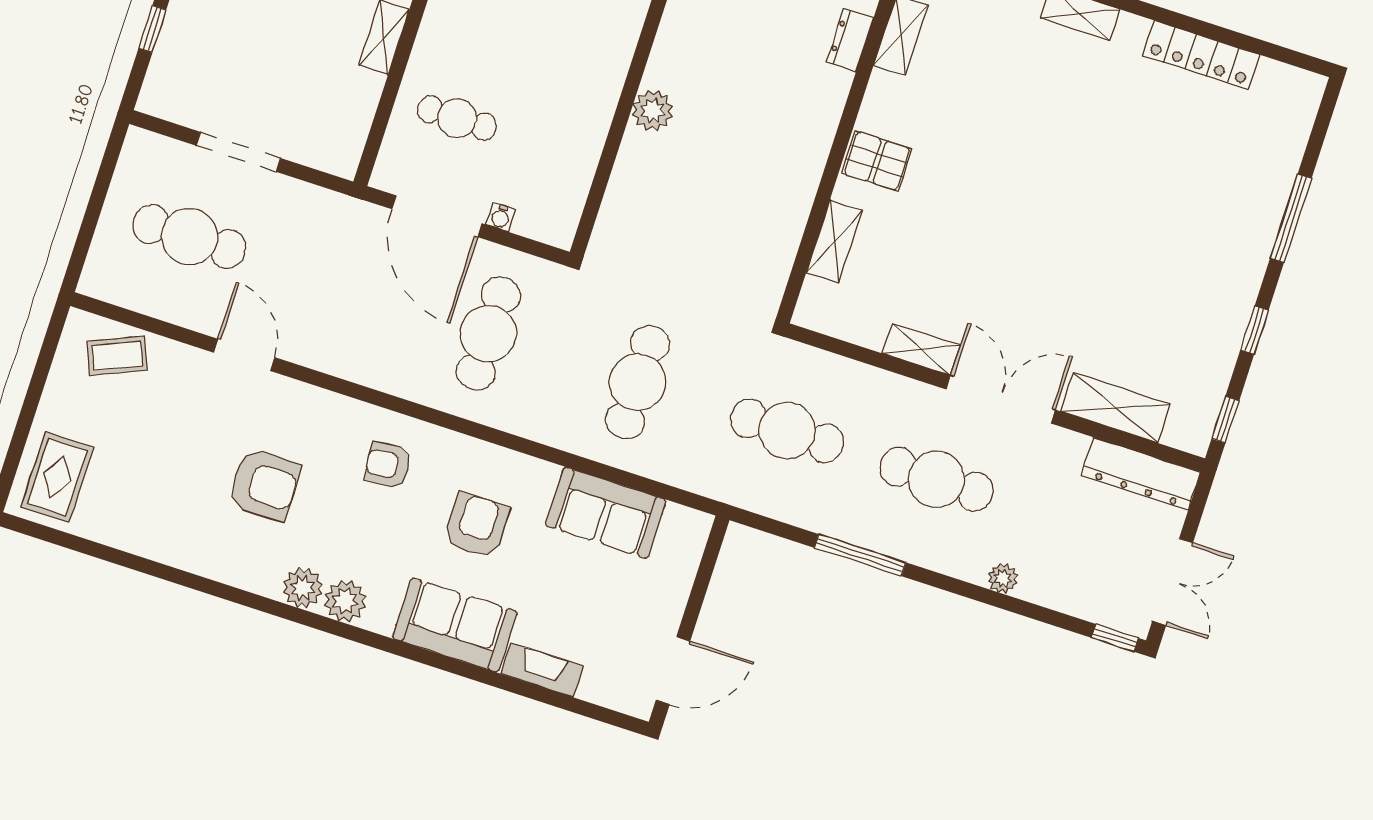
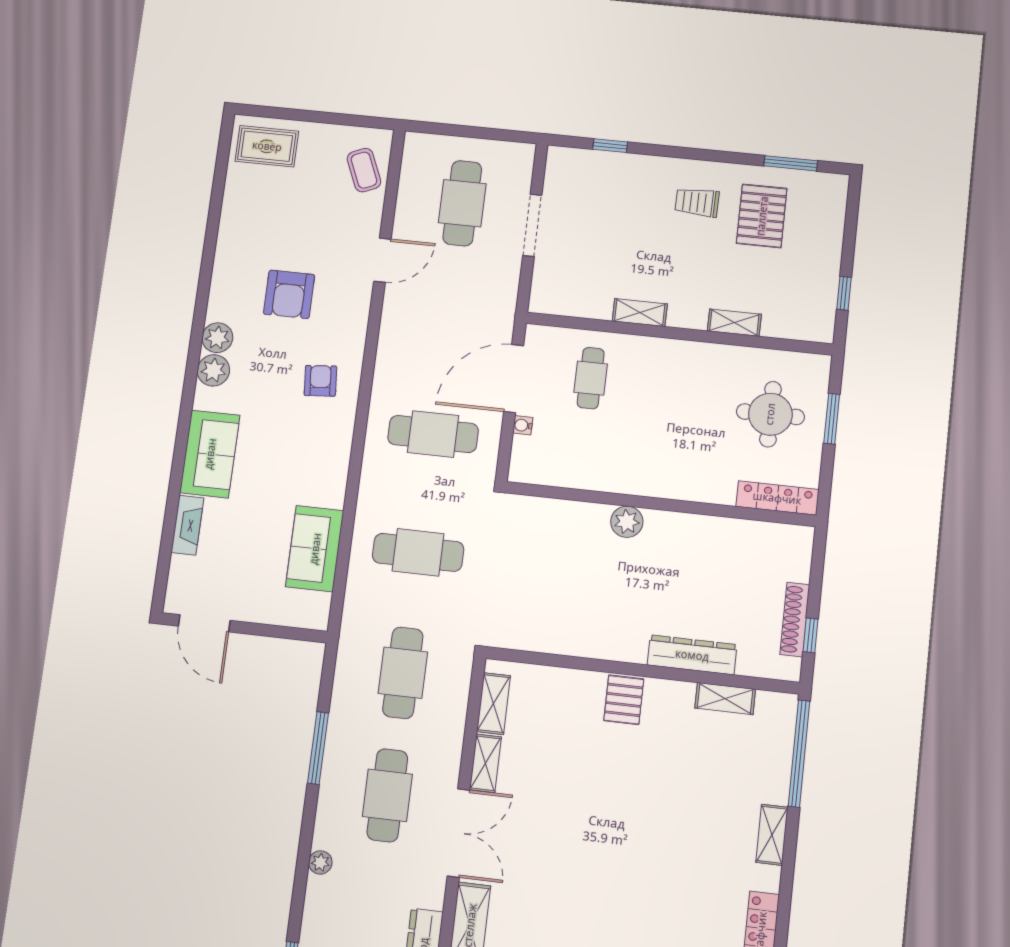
dresser: (850, 40) -> (692, 655), width x1.96, depth x1.24
shelving: (834, 241) -> (493, 704), moved, turned 90
armchair: (477, 526) -> (287, 455), removed

